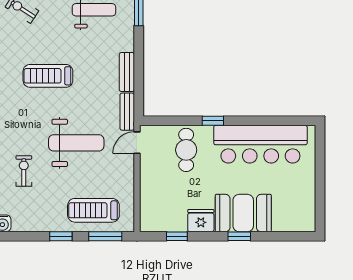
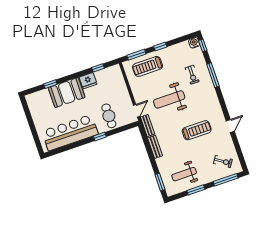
treadmill: (93, 210) -> (148, 66), turned 180
window: (239, 236) -> (50, 84), moved

